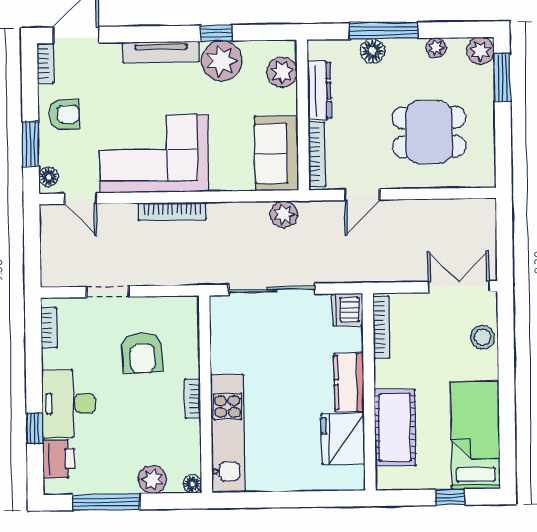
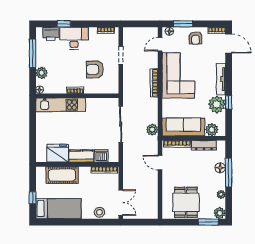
dining table: (429, 132) -> (186, 202), moved
sofa: (277, 153) -> (183, 127), width x1.36
dishwasher: (348, 310) -> (101, 156), moved

